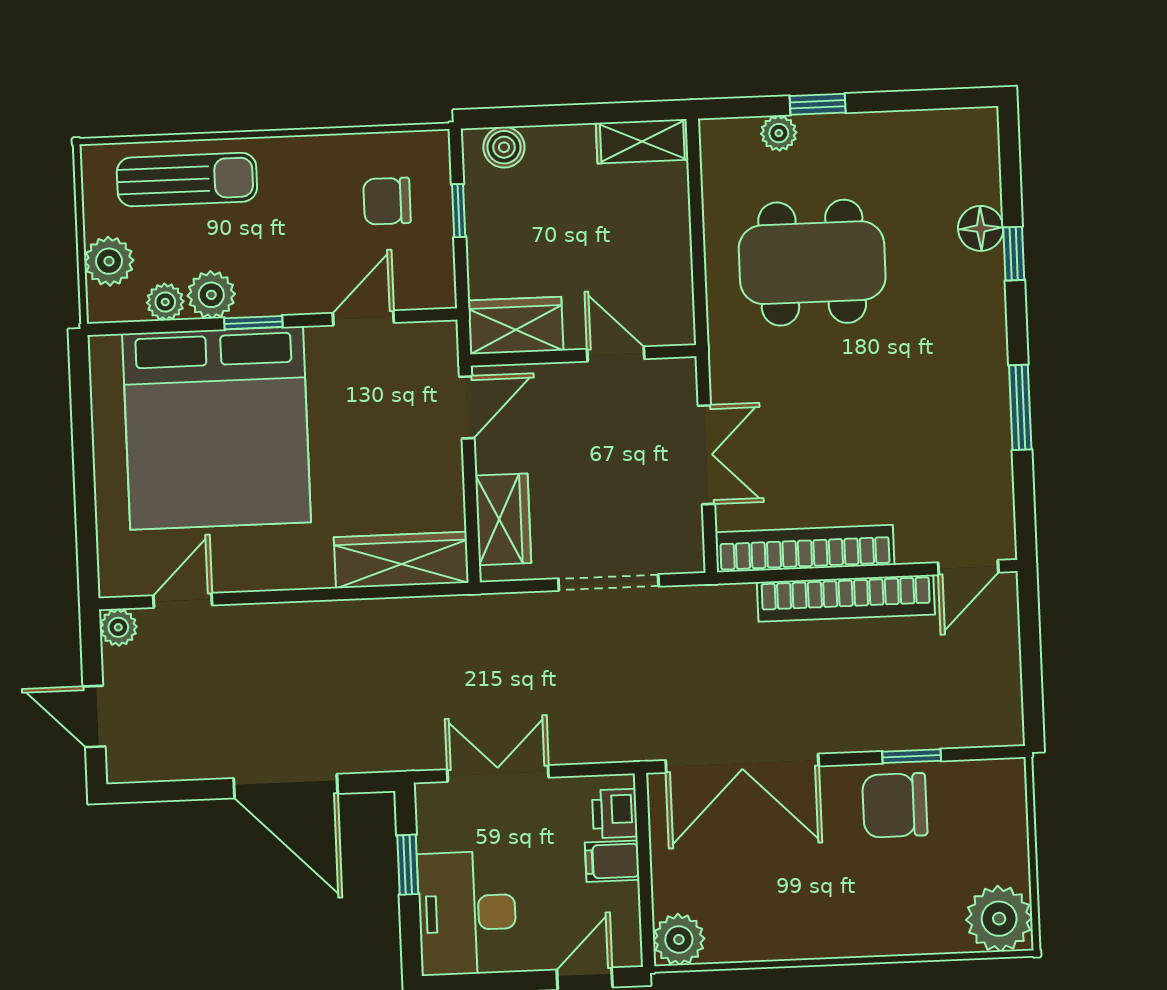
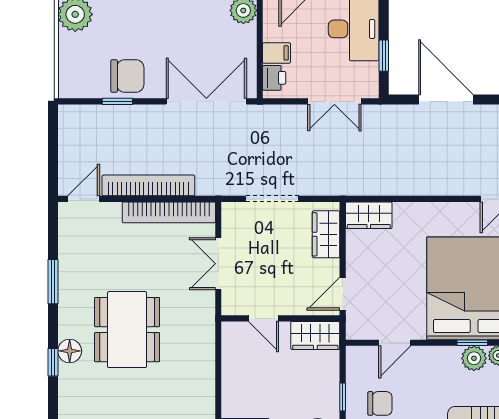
floor lamp: (981, 228) -> (70, 351), moved
dining table: (812, 263) -> (127, 330), moved, turned 90
window: (253, 323) -> (472, 343), moved
wardrobe: (401, 560) -> (369, 215), width x0.67

